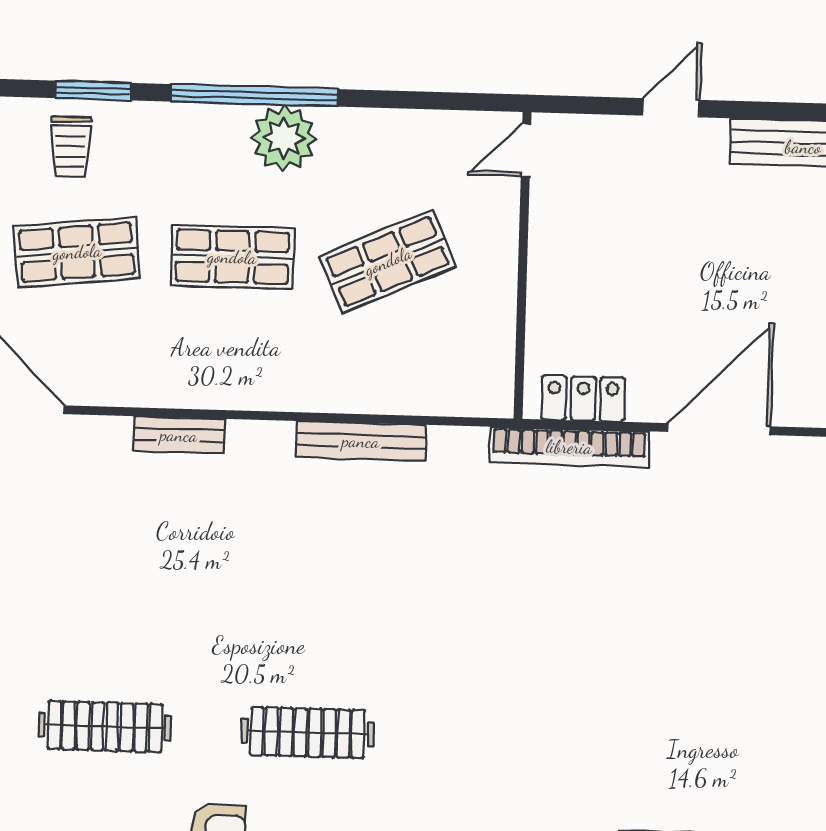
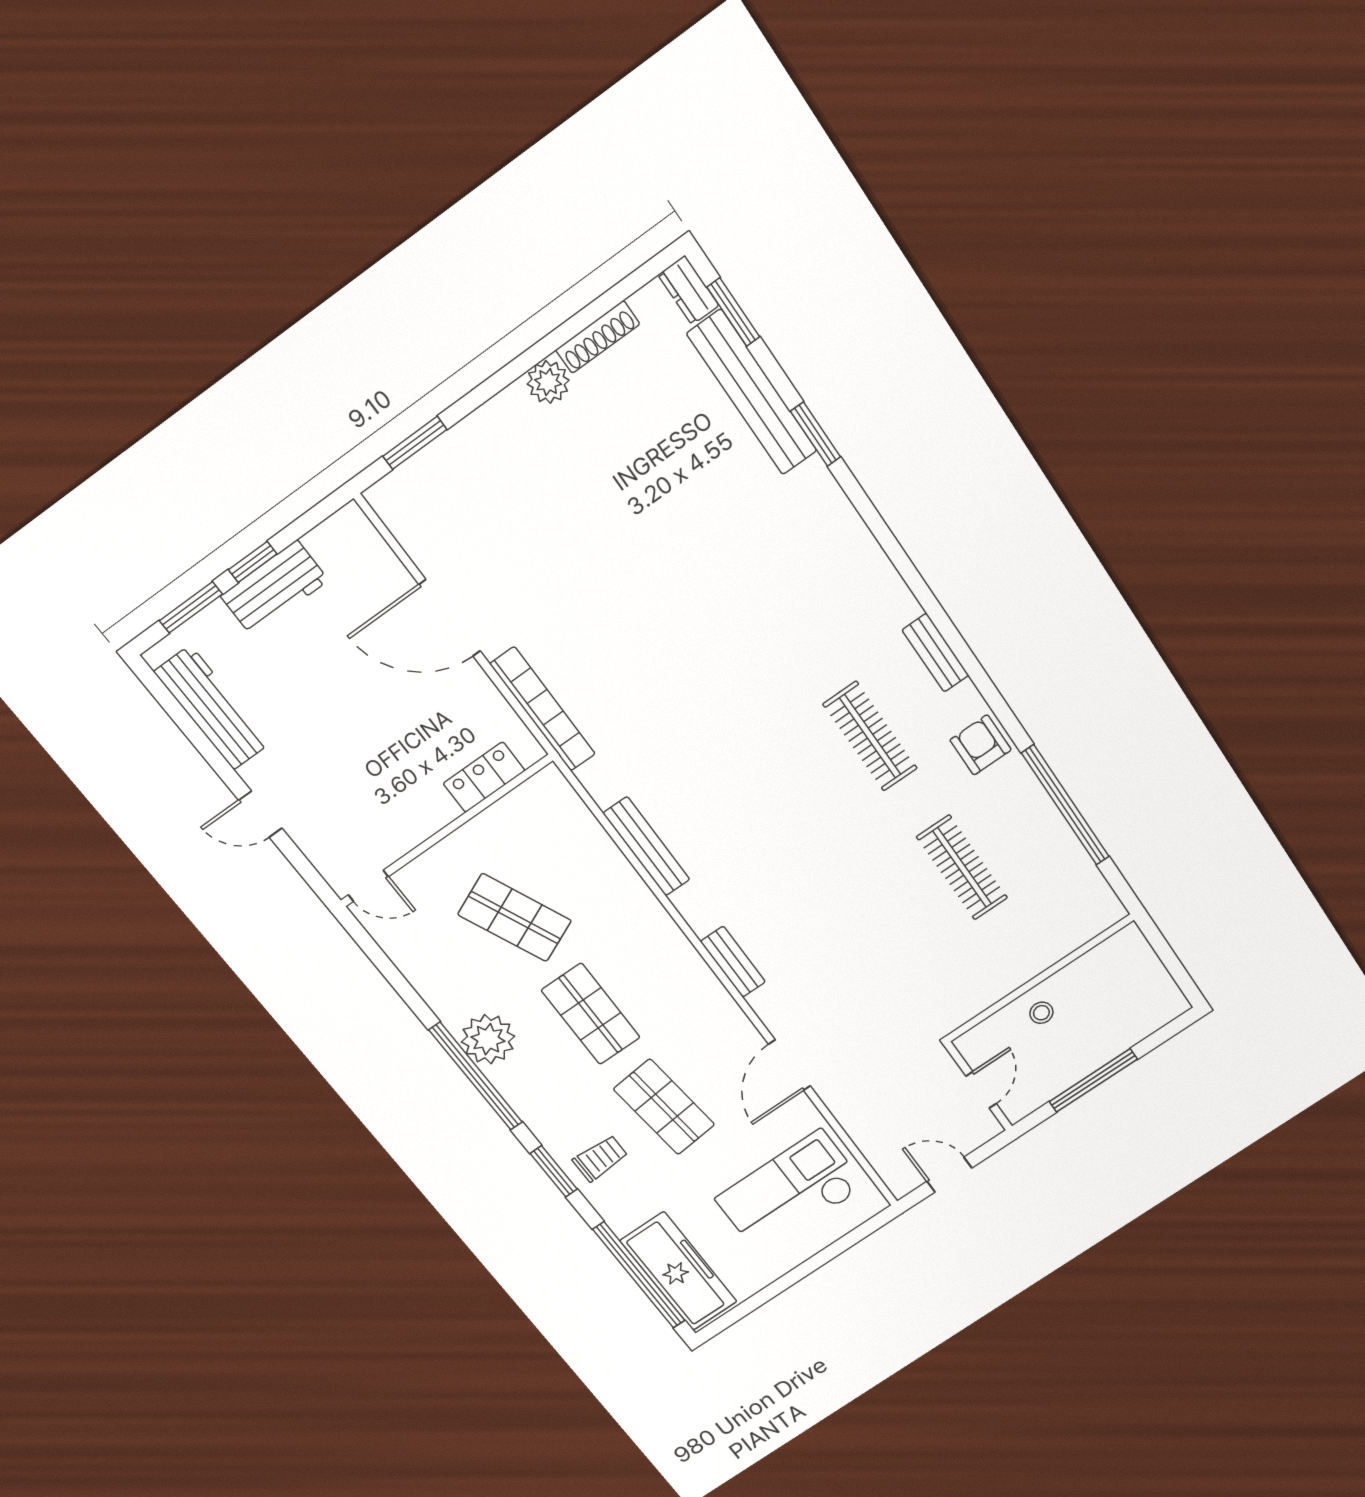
locker: (583, 399) -> (484, 777), moved, turned 90

